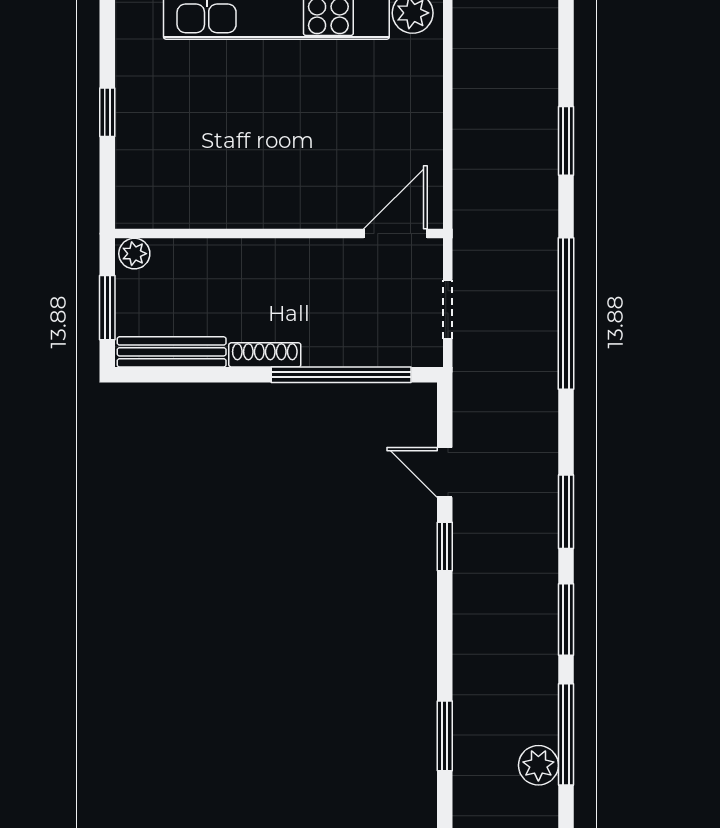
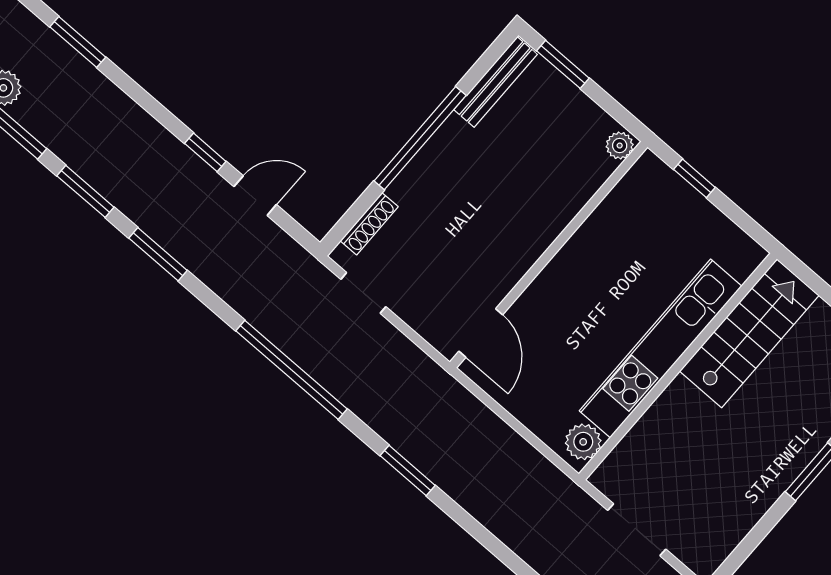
wall: (279, 234) -> (549, 255), moved
door: (395, 234) -> (481, 333), moved
plant: (134, 254) -> (620, 146), moved
shoe rack: (265, 355) -> (369, 224), moved
window: (341, 375) -> (420, 138), moved

